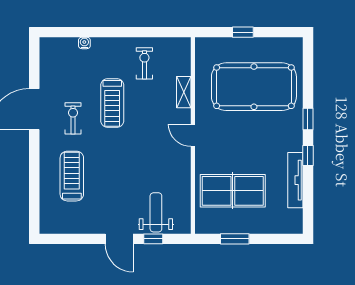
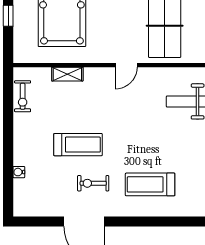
exercise bike: (144, 63) -> (23, 96), moved, turned -90
door: (193, 135) -> (126, 65), moved

